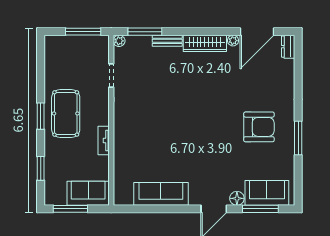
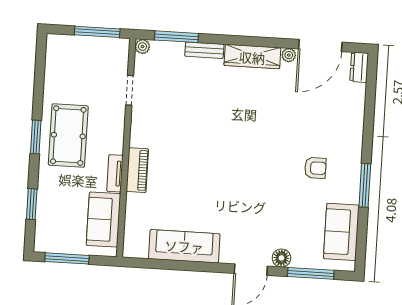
armchair: (259, 127) -> (315, 168), width x0.53, depth x0.53
piano: (121, 137) -> (137, 170), added
sofa: (88, 193) -> (103, 220), moved, turned -90
sofa: (267, 193) -> (341, 232), moved, turned -90

